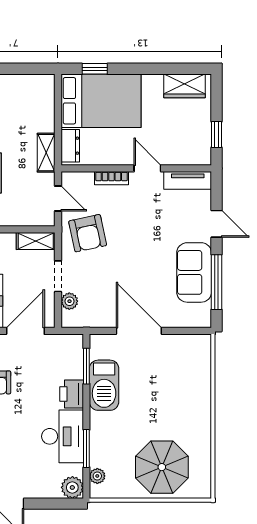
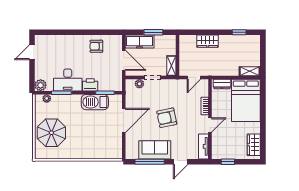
window: (95, 69) -> (263, 97), removed
shelving: (46, 153) -> (250, 71), moved
armchair: (88, 233) -> (167, 118), moved

